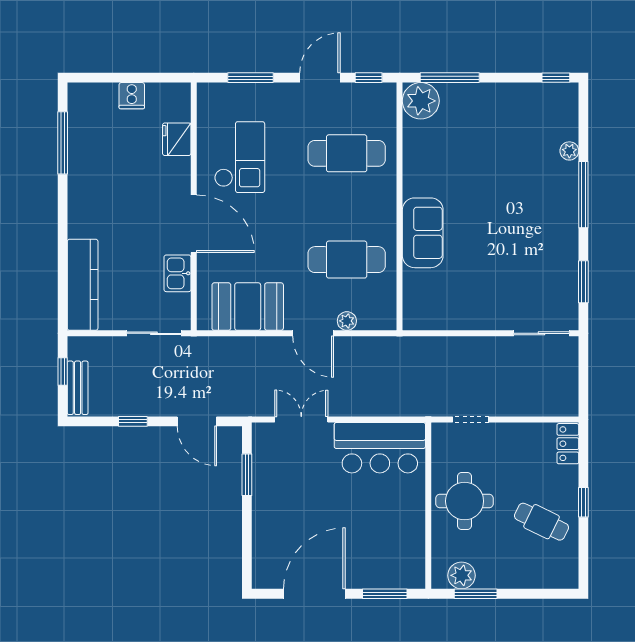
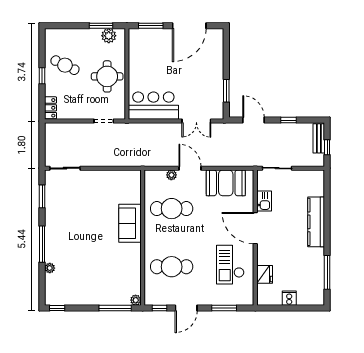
plant: (421, 101) -> (136, 300), width x0.53, depth x0.53
kitchen counter: (83, 285) -> (316, 222), moved

